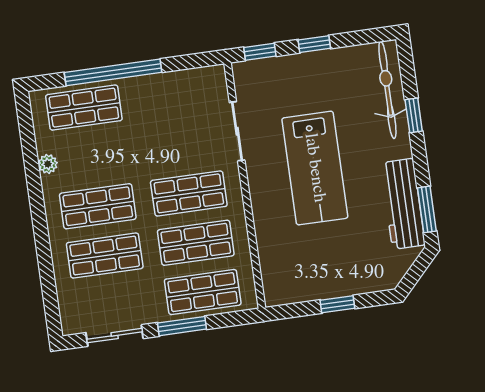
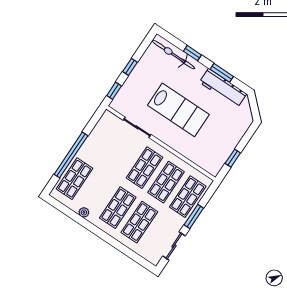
window: (427, 209) -> (222, 73), moved
window: (337, 304) -> (233, 158), moved

